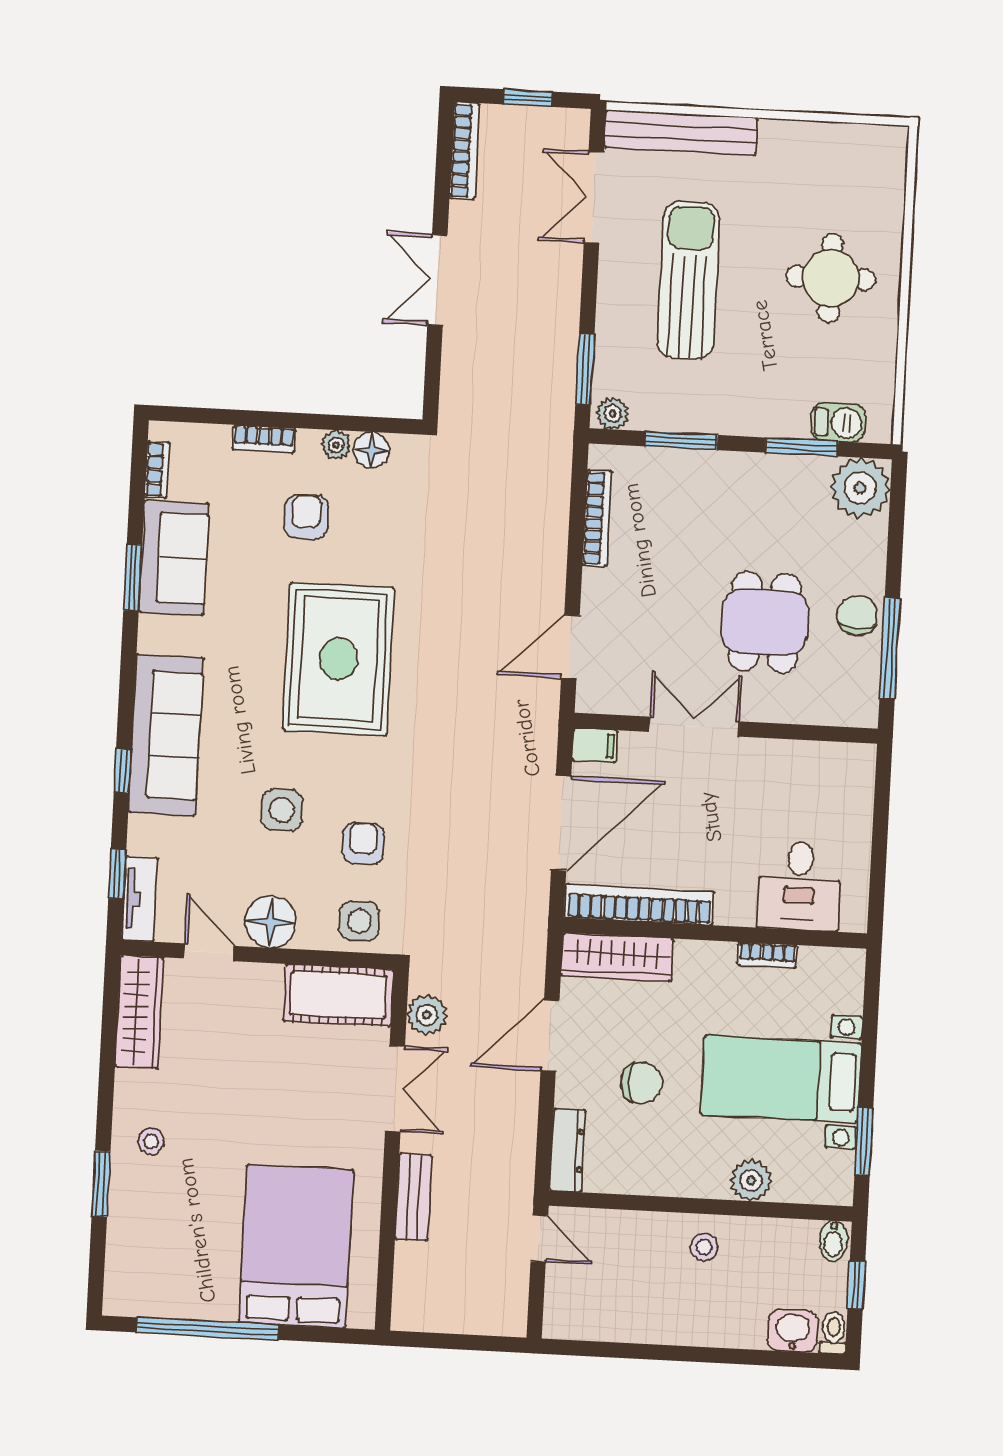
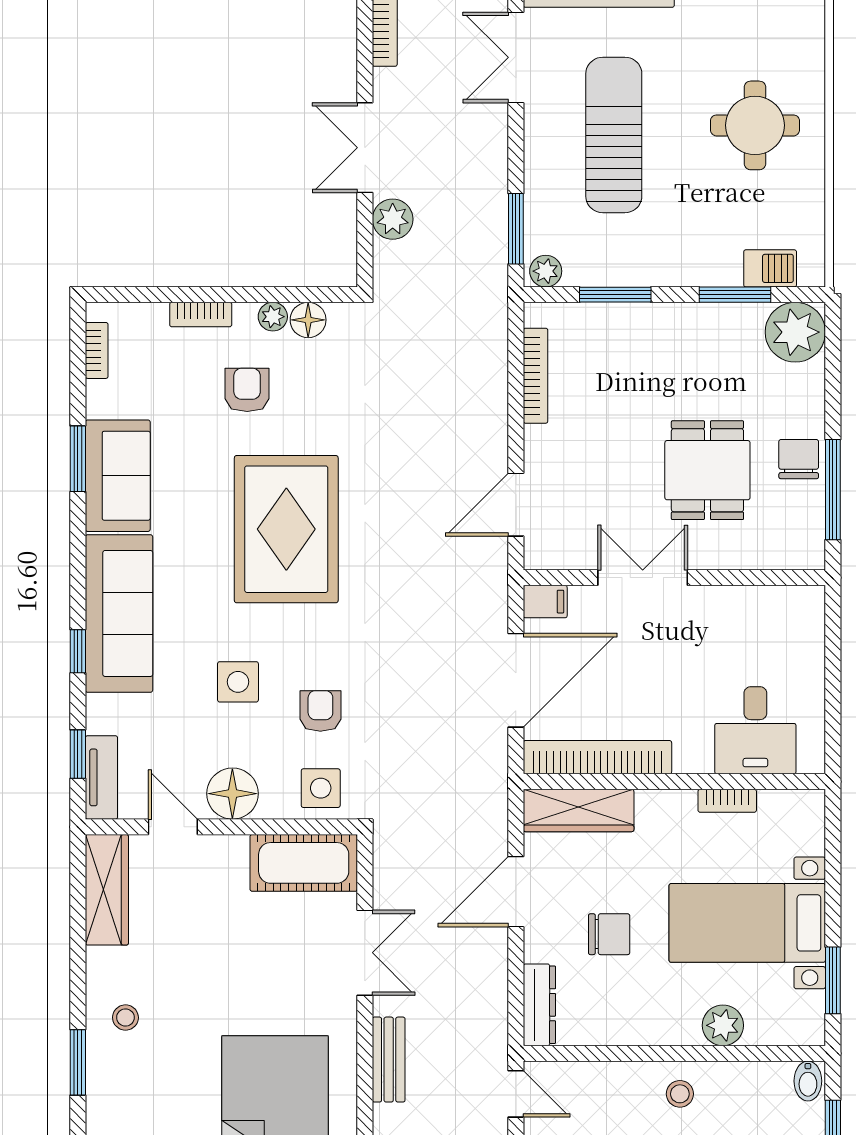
sofa: (174, 558) -> (118, 476), moved
plant: (427, 1015) -> (393, 219), moved

